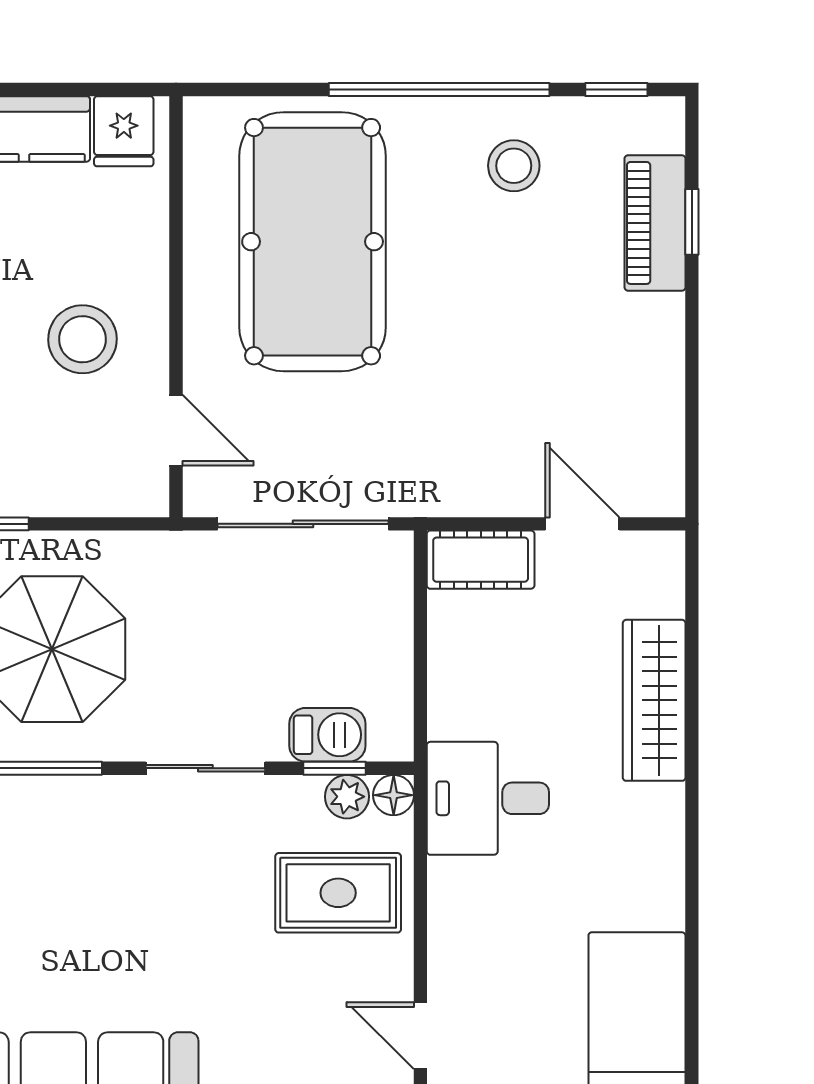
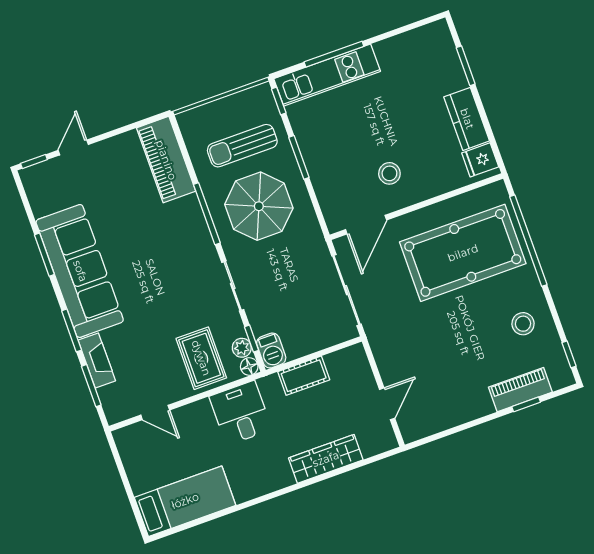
window: (439, 89) -> (528, 241), moved
stool: (82, 339) -> (389, 173), width x0.73, depth x0.73
door: (176, 430) -> (366, 225), width x1.38
cot: (481, 560) -> (304, 376), moved, turned 90
barbecue: (327, 735) -> (271, 350), moved
desk: (488, 798) -> (241, 413), moved
door: (420, 1036) -> (155, 413), swing flipped

